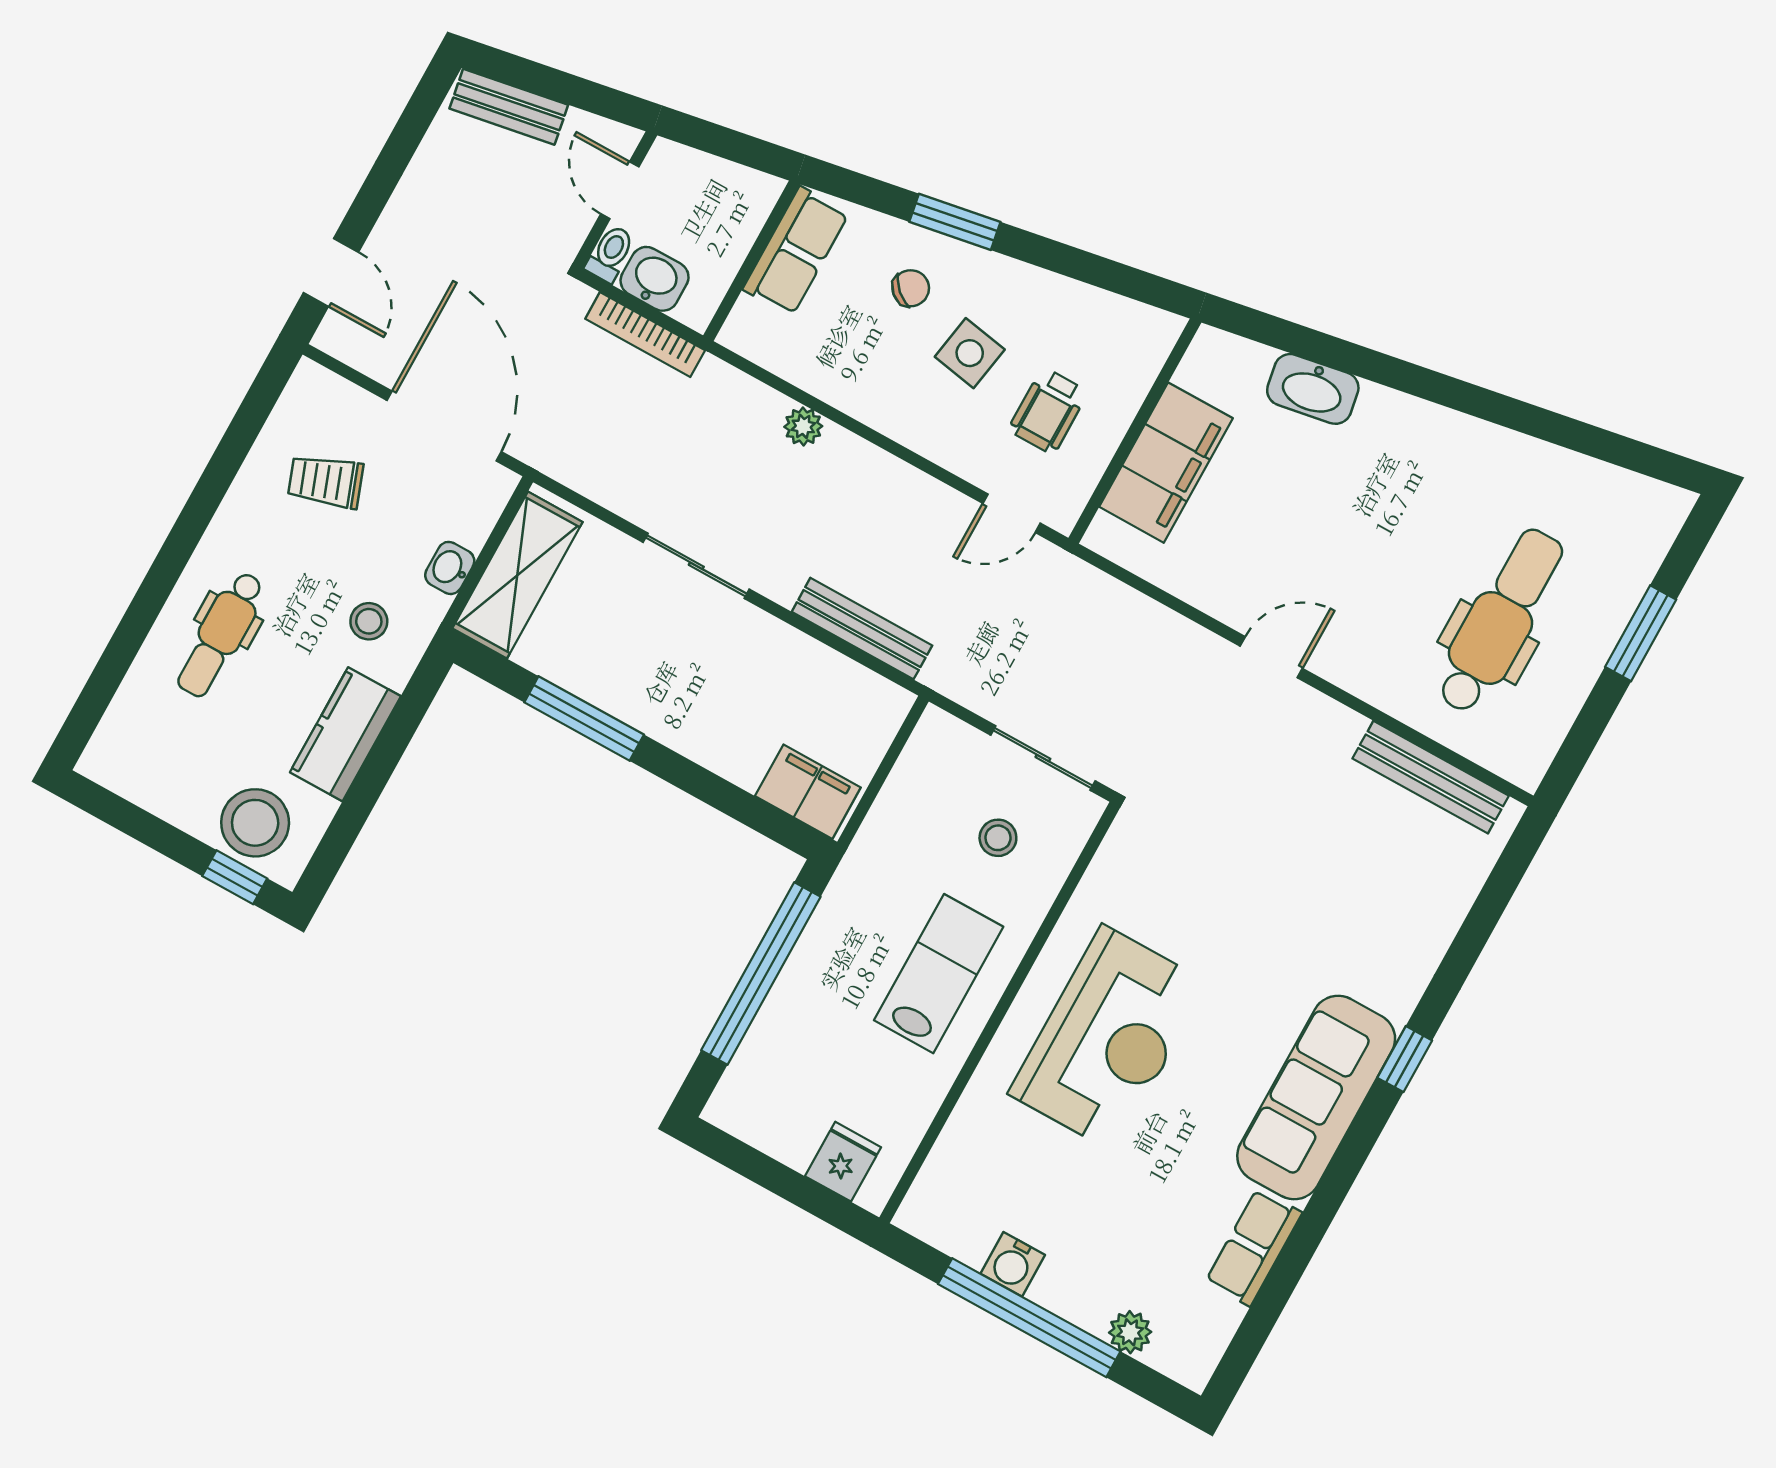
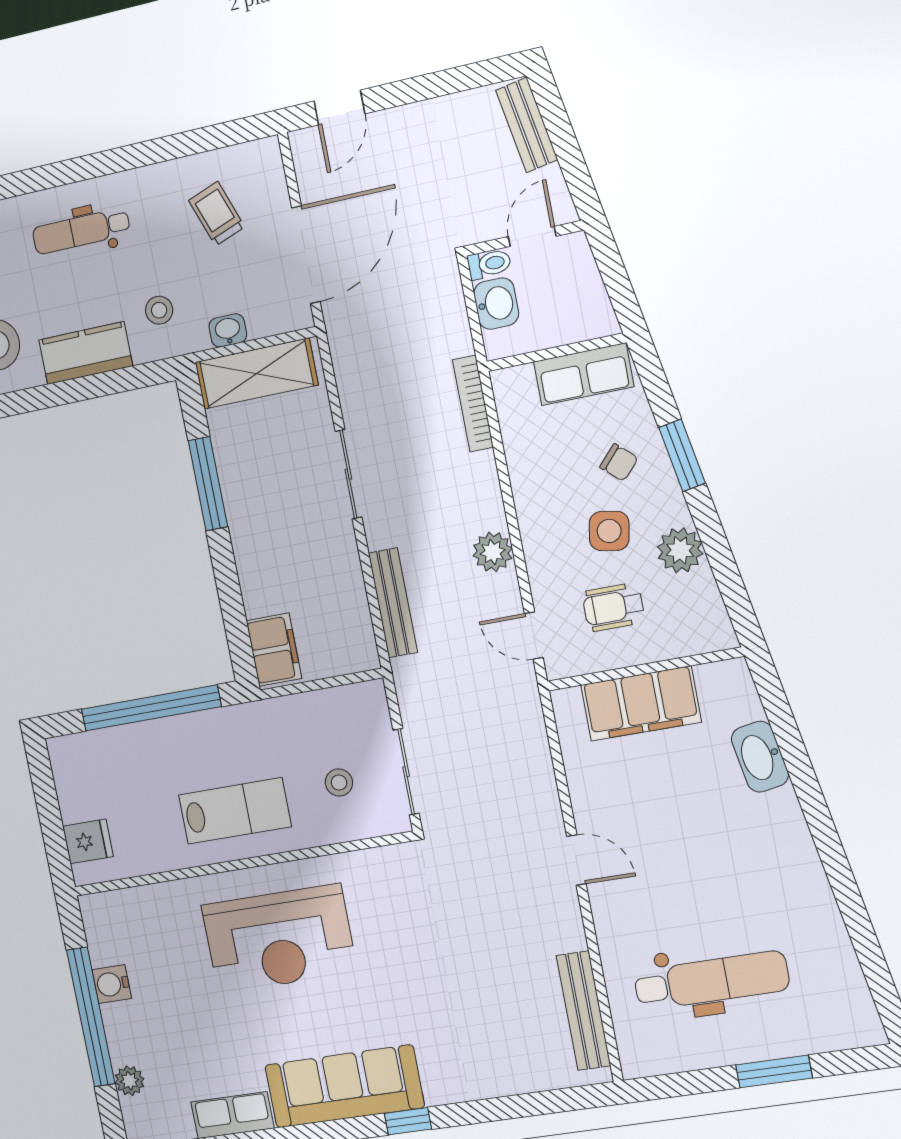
plant: (1046, 300) -> (680, 550), added
bookcase: (645, 334) -> (473, 404), moved
plant: (803, 426) -> (493, 552), moved, width x1.38, depth x1.38

